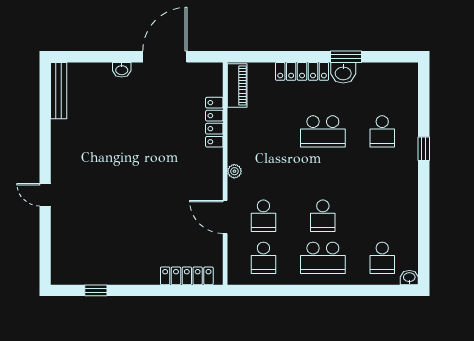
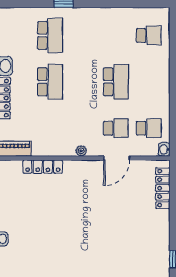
school desk: (382, 131) -> (50, 35), width x1.85
school desk: (323, 216) -> (116, 82), width x1.85
school desk: (323, 258) -> (149, 82), removed
washbasin: (409, 278) -> (164, 149), moved

